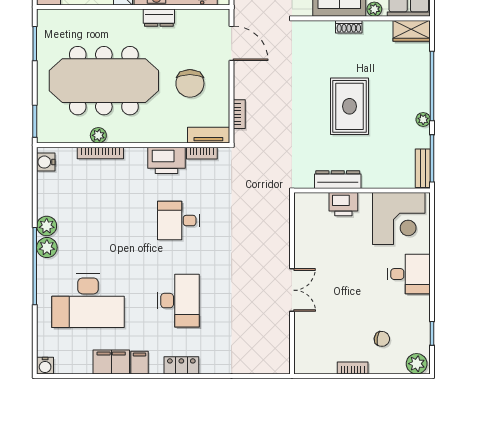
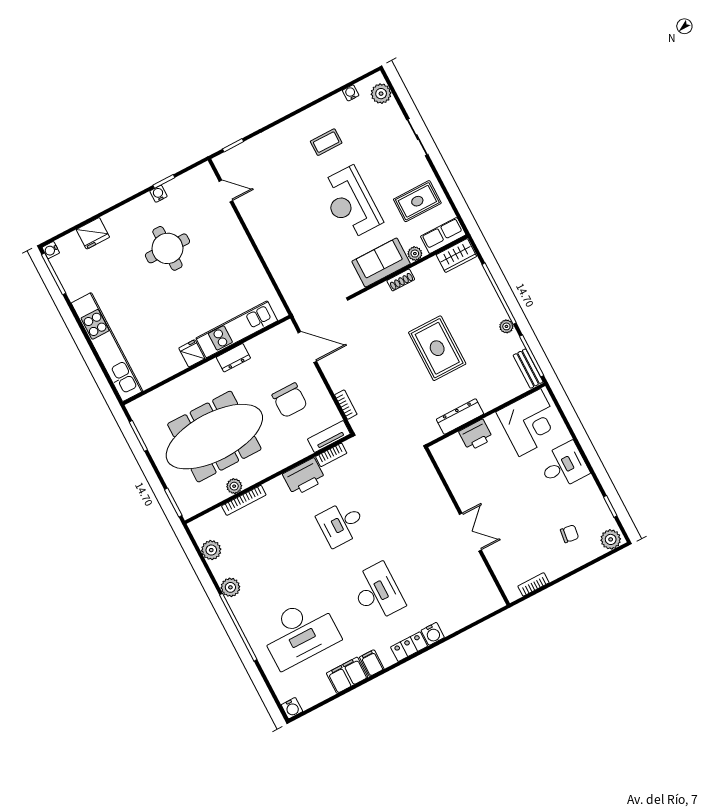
water cooler: (46, 162) -> (433, 634), moved, turned -90
plant: (47, 248) -> (211, 550), moved
bookcase: (353, 368) -> (533, 584), moved

